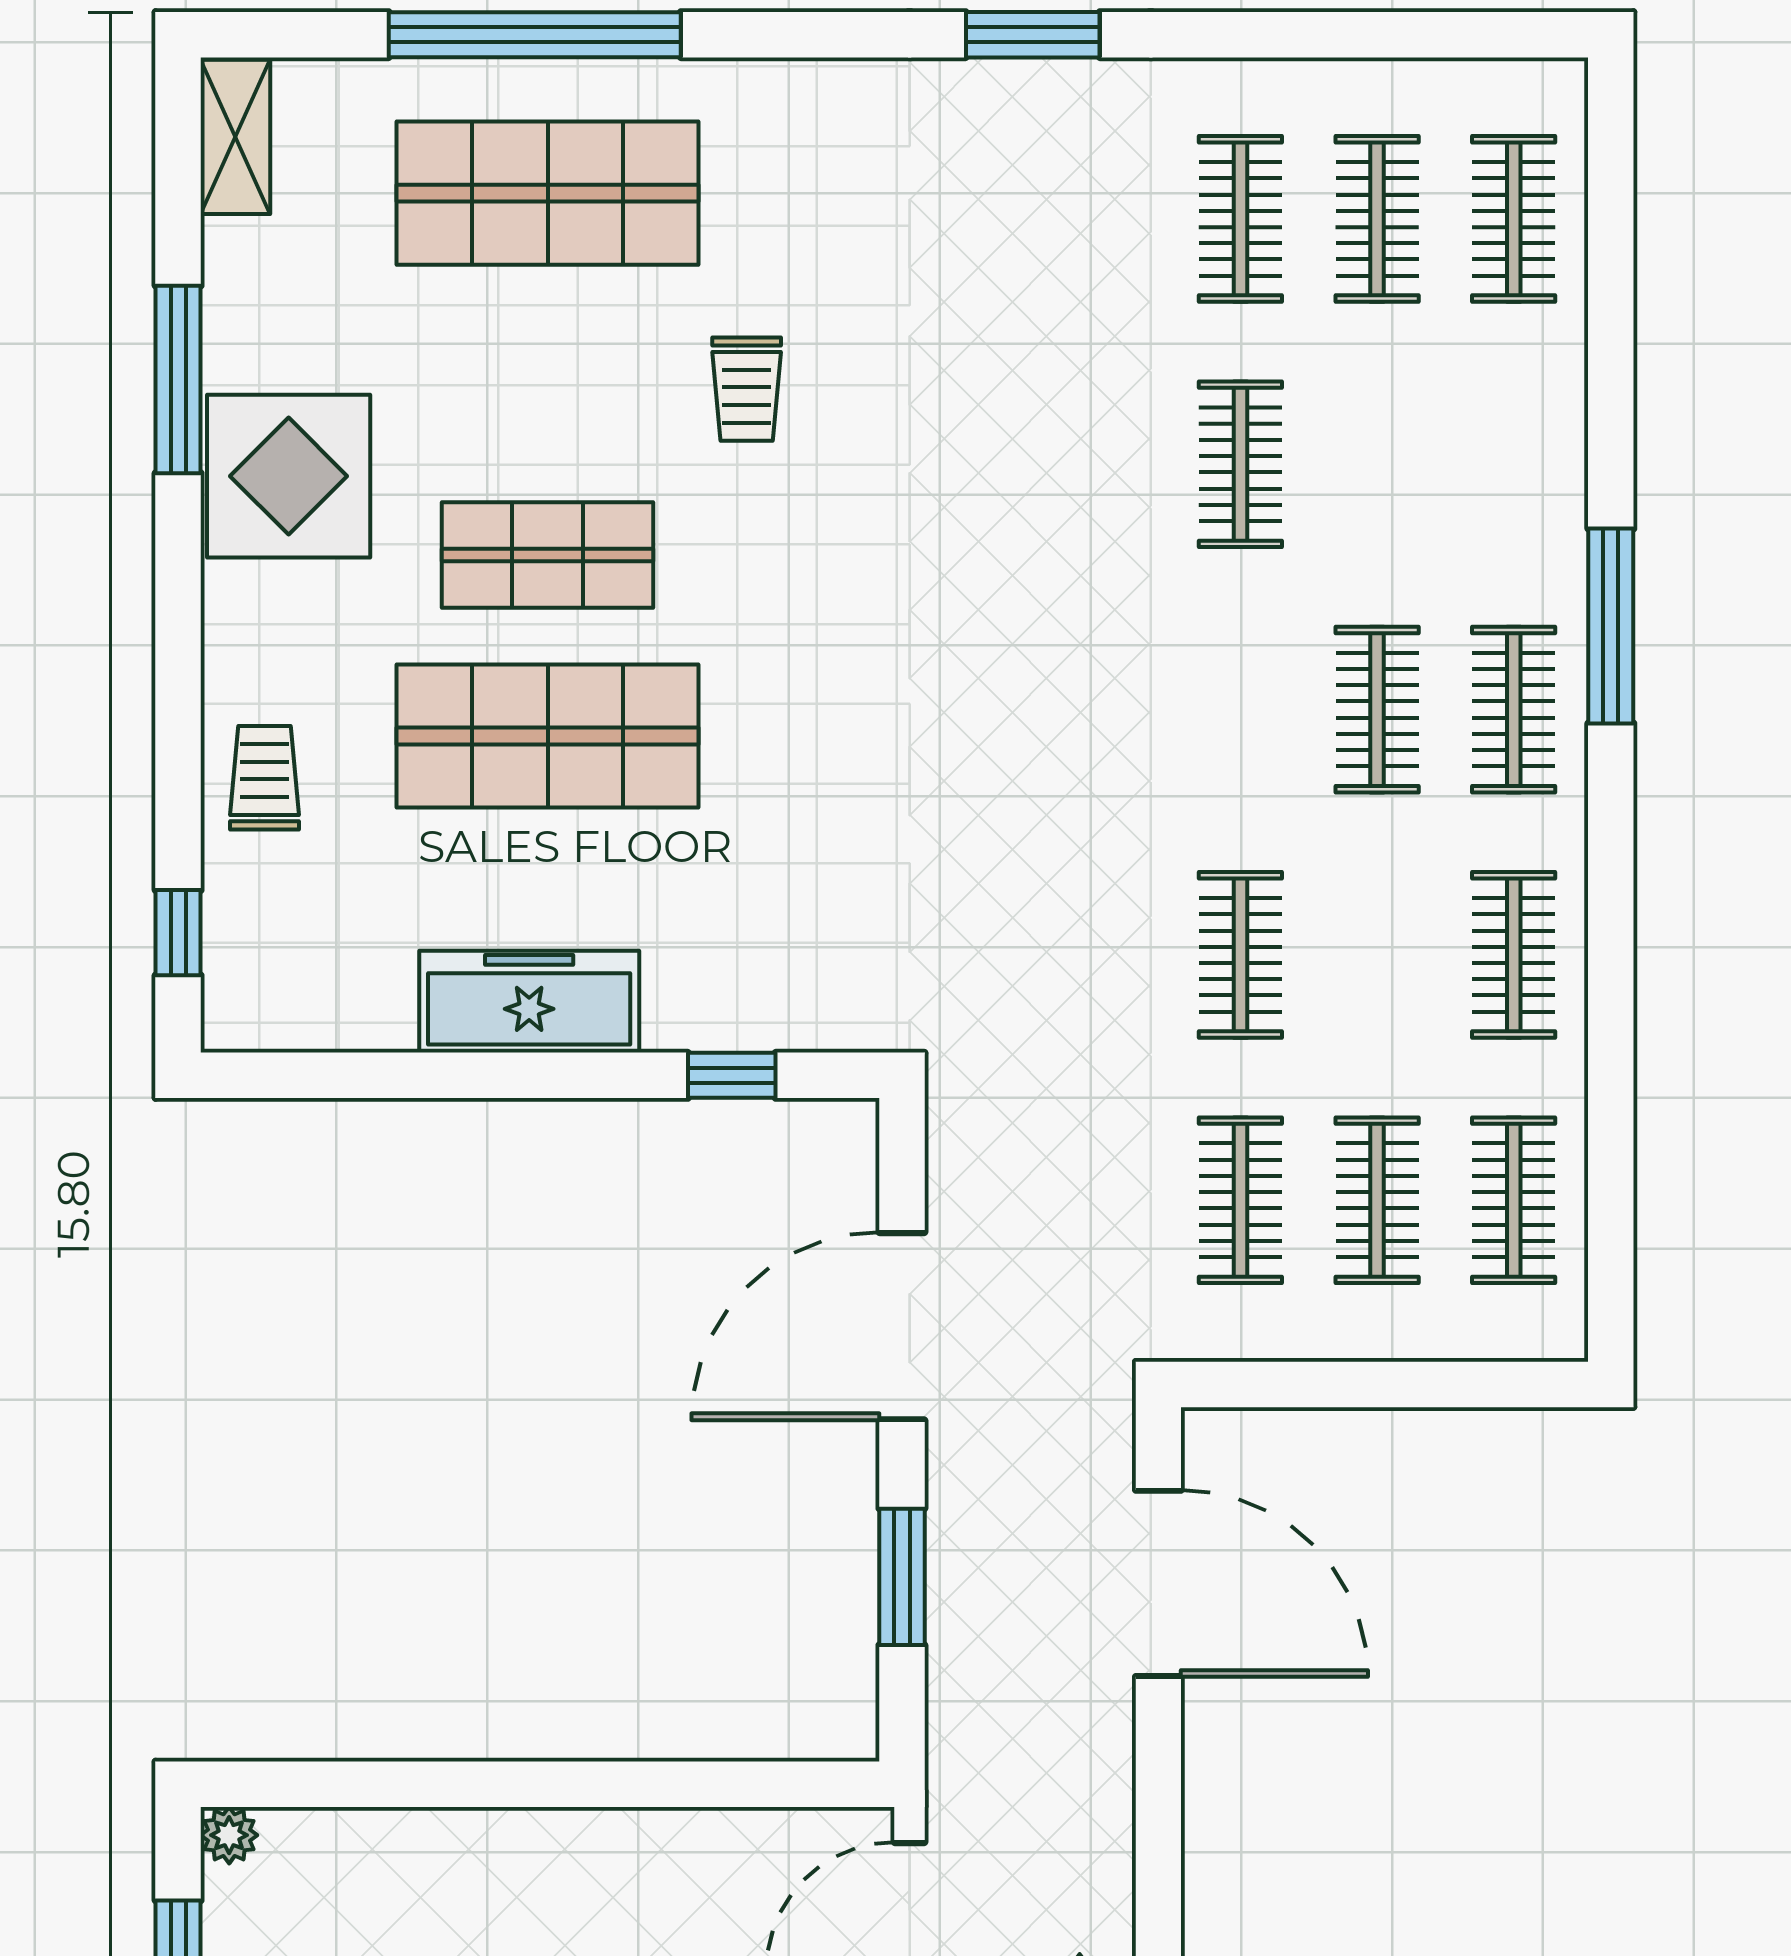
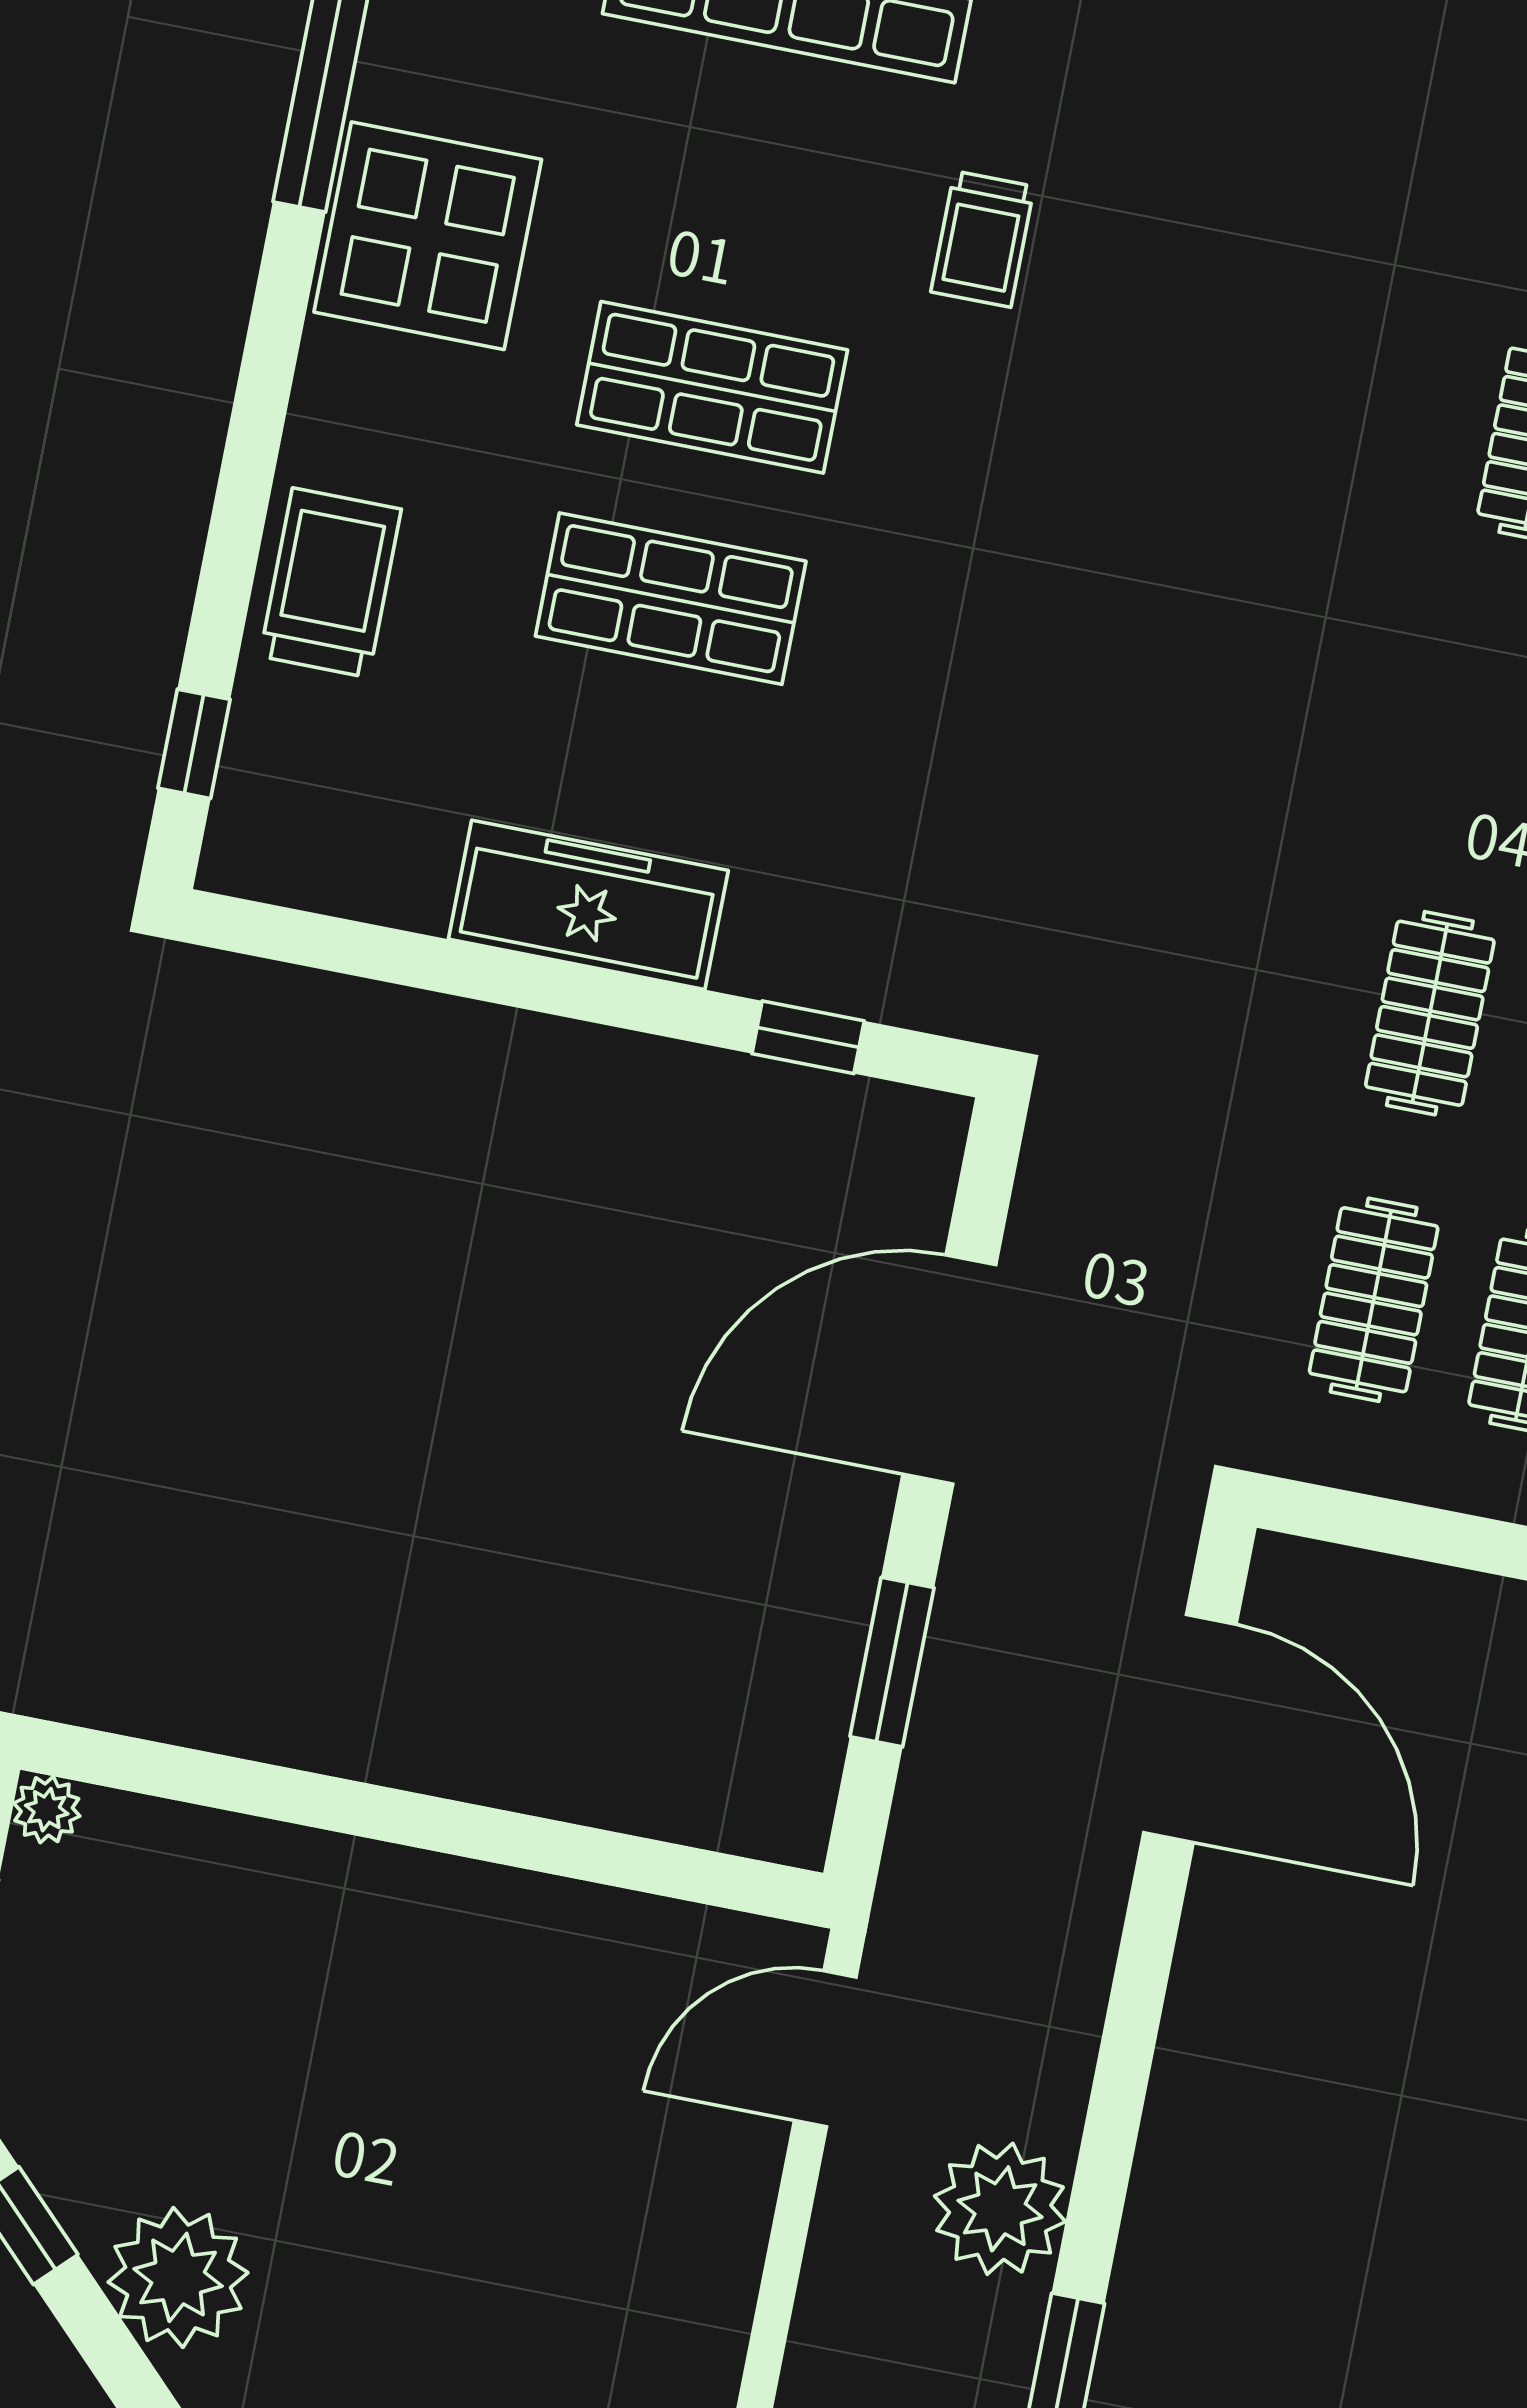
shop shelf: (548, 736) -> (671, 599), width x0.70, depth x0.74
trolley: (264, 778) -> (330, 583), width x1.36, depth x1.39

